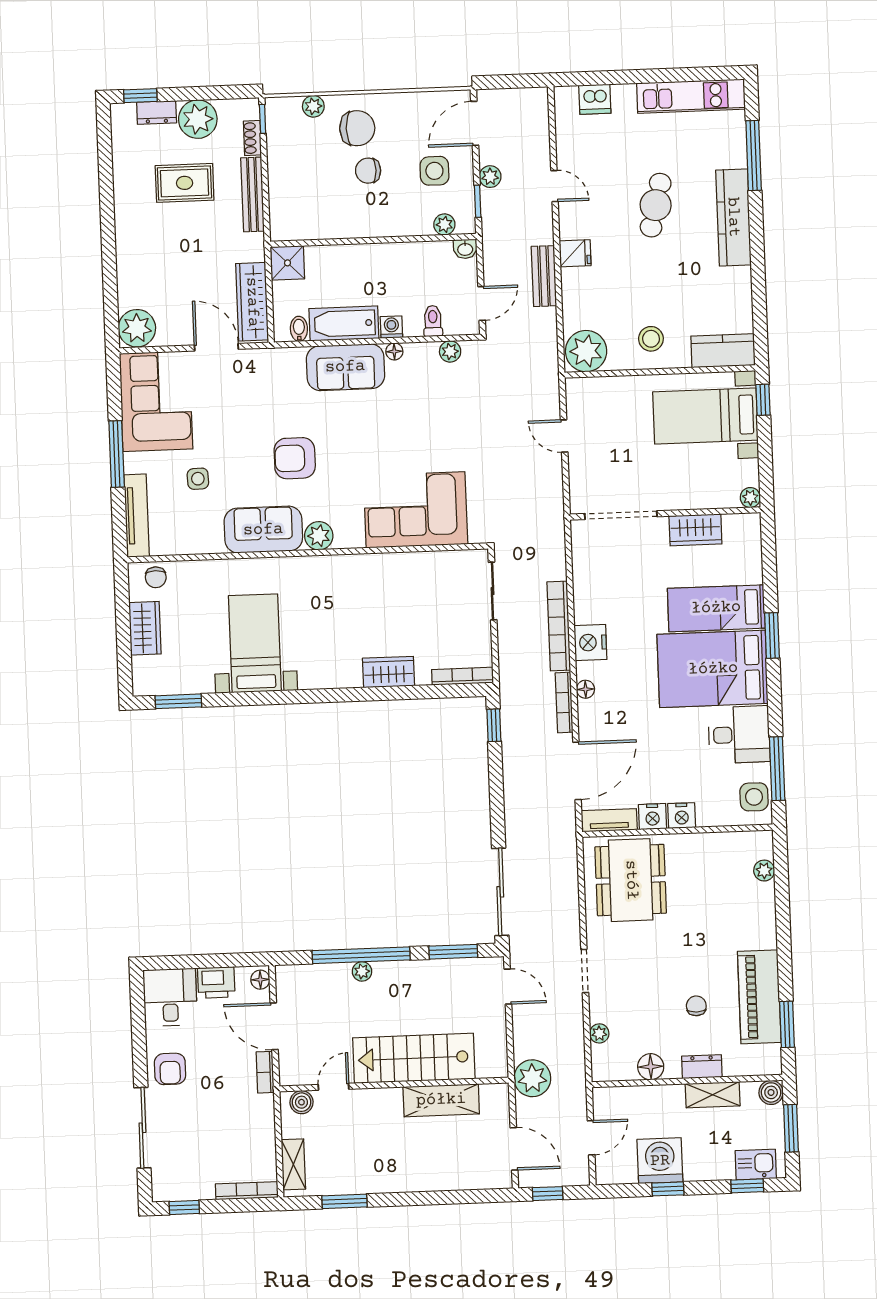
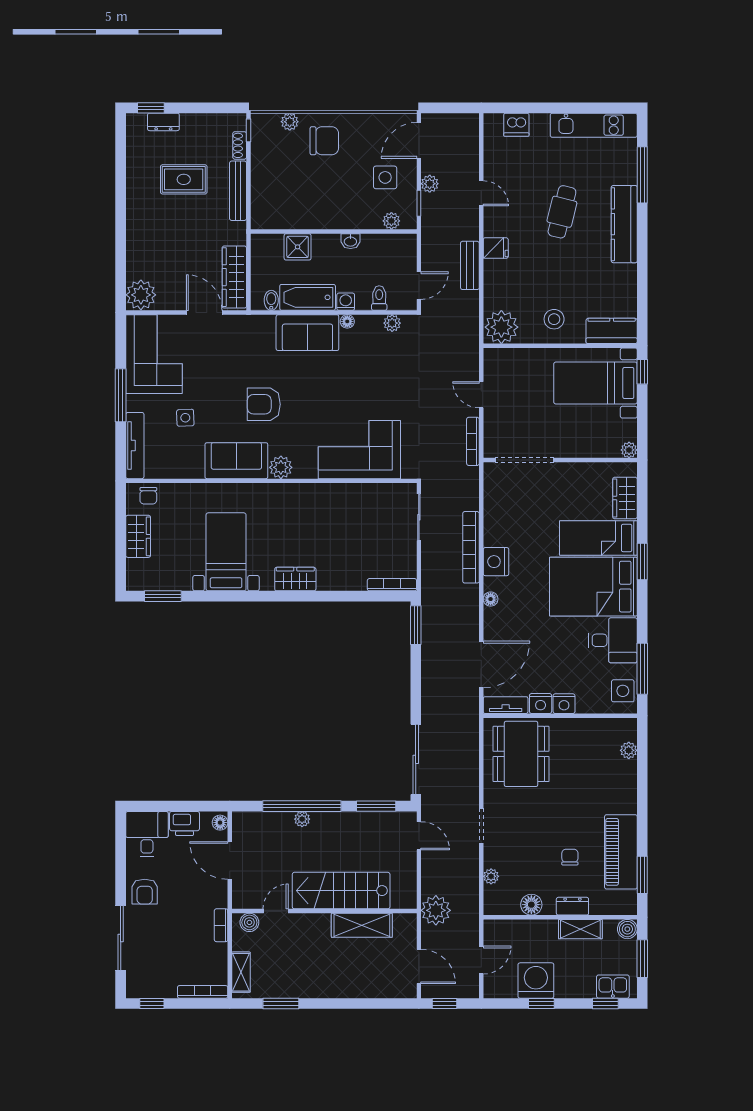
plant: (198, 119) -> (196, 128), removed
chair: (368, 171) -> (332, 175), removed
washbasin: (465, 249) -> (350, 241), moved
shower: (287, 263) -> (298, 247), moved
wardrobe: (695, 530) -> (625, 498), moved, turned 90
wardrobe: (389, 672) -> (295, 579), moved
bookcase: (564, 703) -> (473, 441), moved
window: (494, 725) -> (416, 625), width x1.50
bookcase: (265, 1072) -> (221, 925), moved

